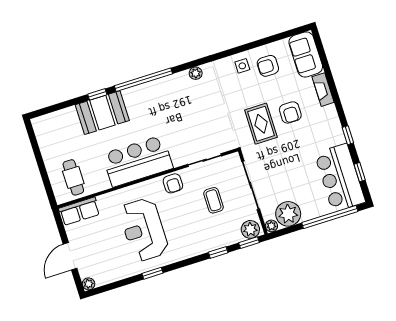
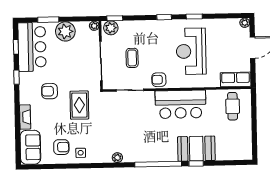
armchair: (290, 112) -> (50, 91), moved, turned -90
armchair: (173, 183) -> (159, 80), turned -90
plant: (288, 214) -> (65, 31), moved
window: (330, 217) -> (48, 20), width x0.47
reception desk: (144, 230) -> (191, 51), turned 180
window: (218, 252) -> (164, 17), moved

